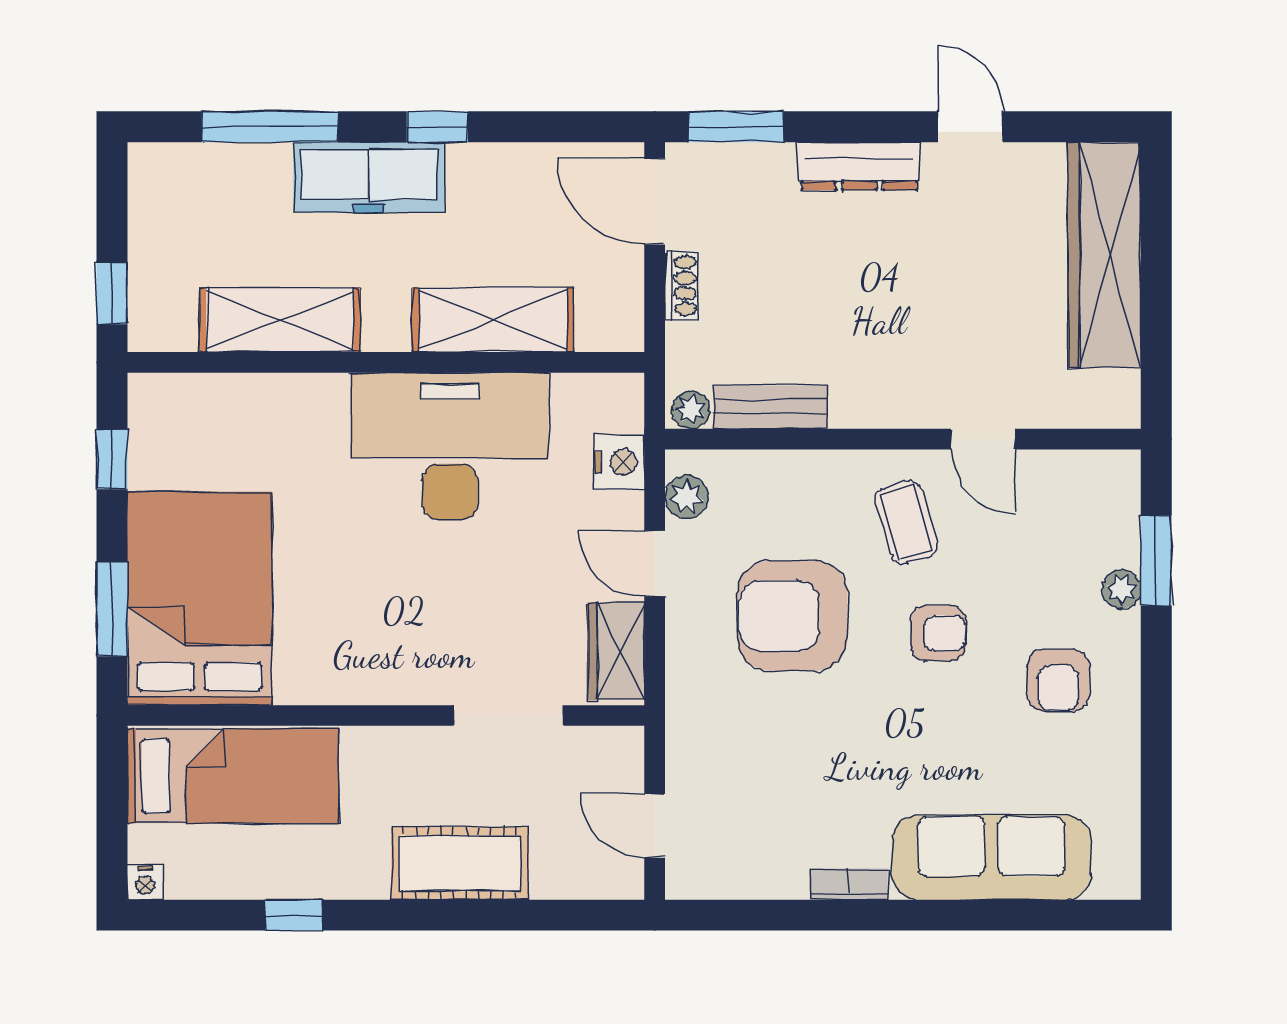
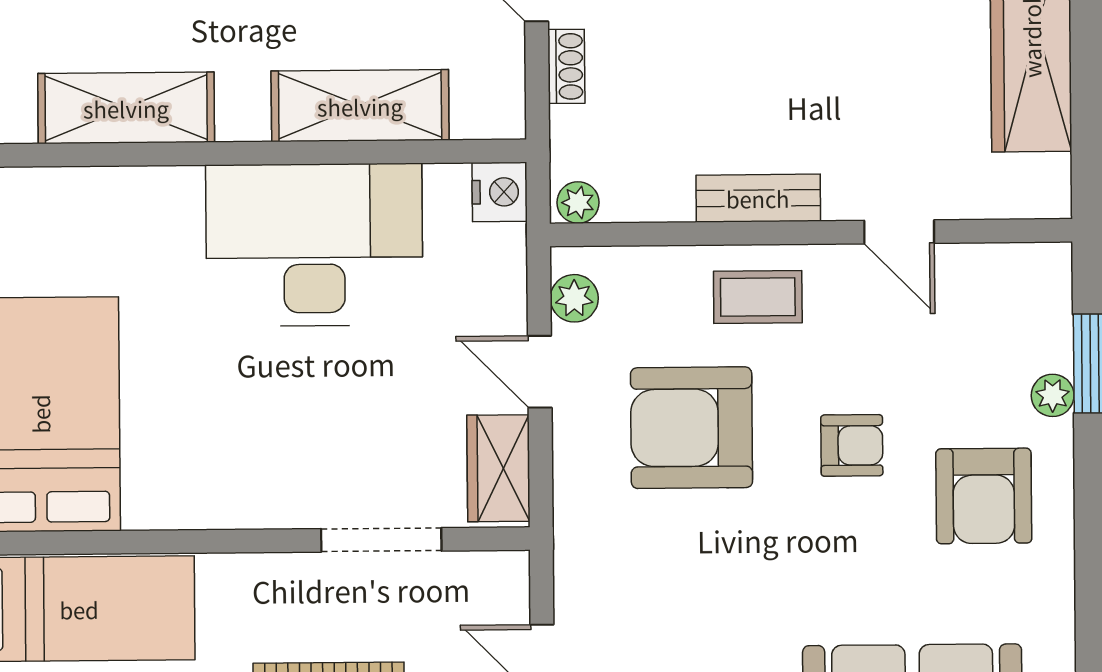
bench: (770, 407) -> (758, 198), moved
nightstand: (619, 462) -> (500, 192), moved
coffee table: (906, 522) -> (758, 297), moved, turned -73
armchair: (1058, 680) -> (984, 496), width x1.38, depth x1.38

